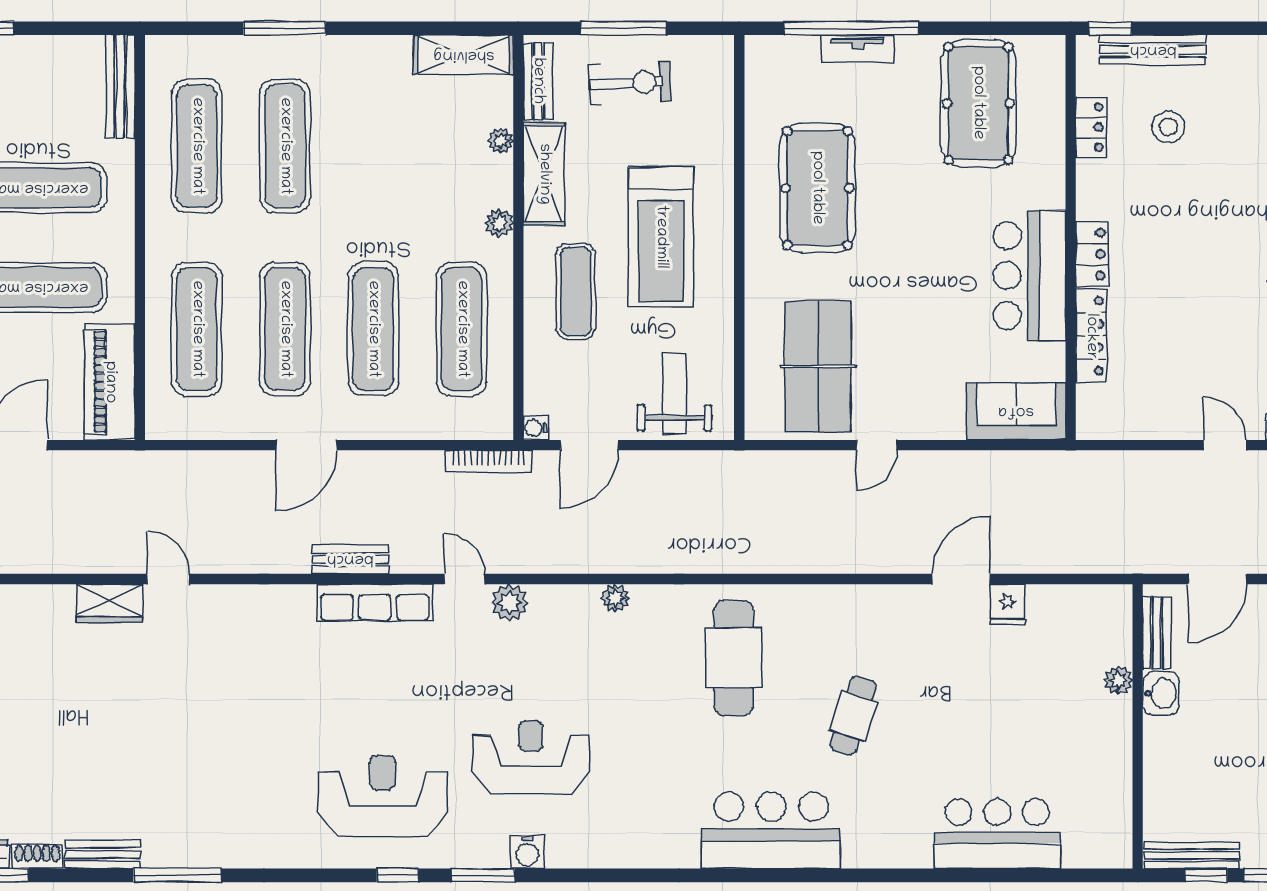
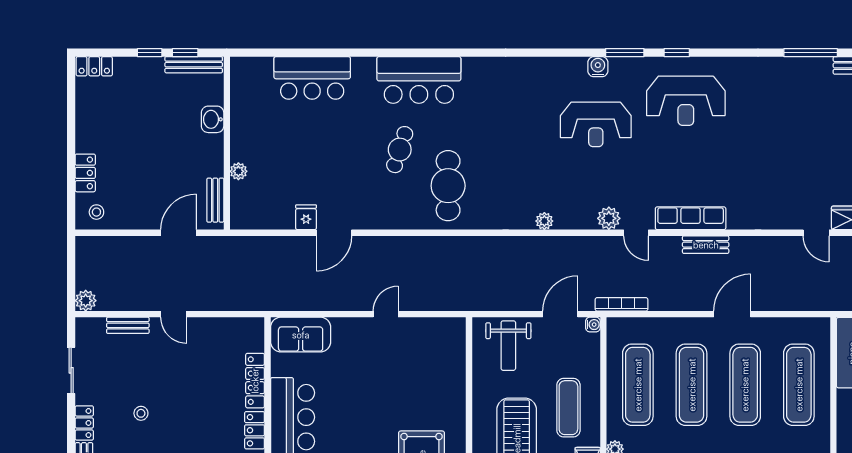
table tennis table: (818, 366) -> (421, 362), removed
cafe table: (734, 658) -> (448, 186), moved
washbasin: (1161, 693) -> (213, 119), moved
bar counter: (771, 830) -> (419, 80), moved

